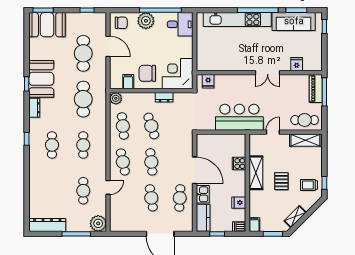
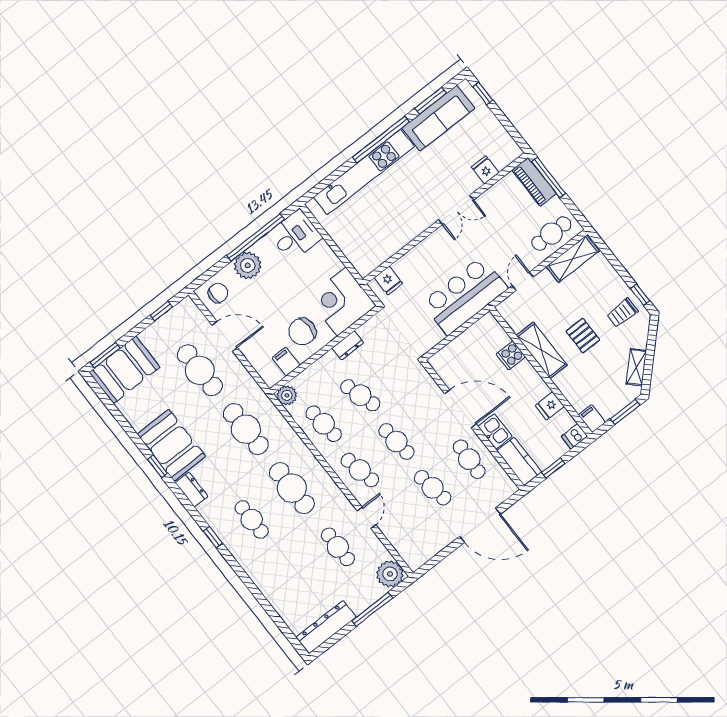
cafe table: (83, 145) -> (292, 488), width x1.37, depth x1.35

